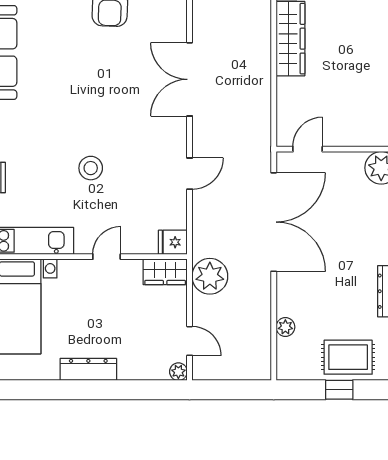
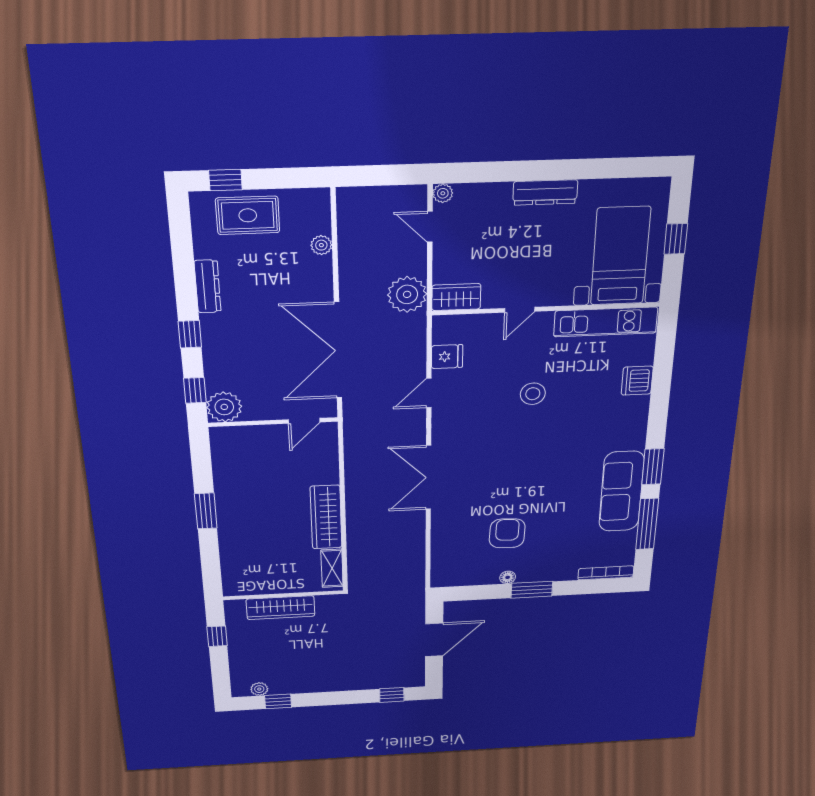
double door: (190, 79) -> (428, 478), swing flipped
fridge: (173, 242) -> (447, 357), moved
window: (339, 390) -> (225, 180), moved

